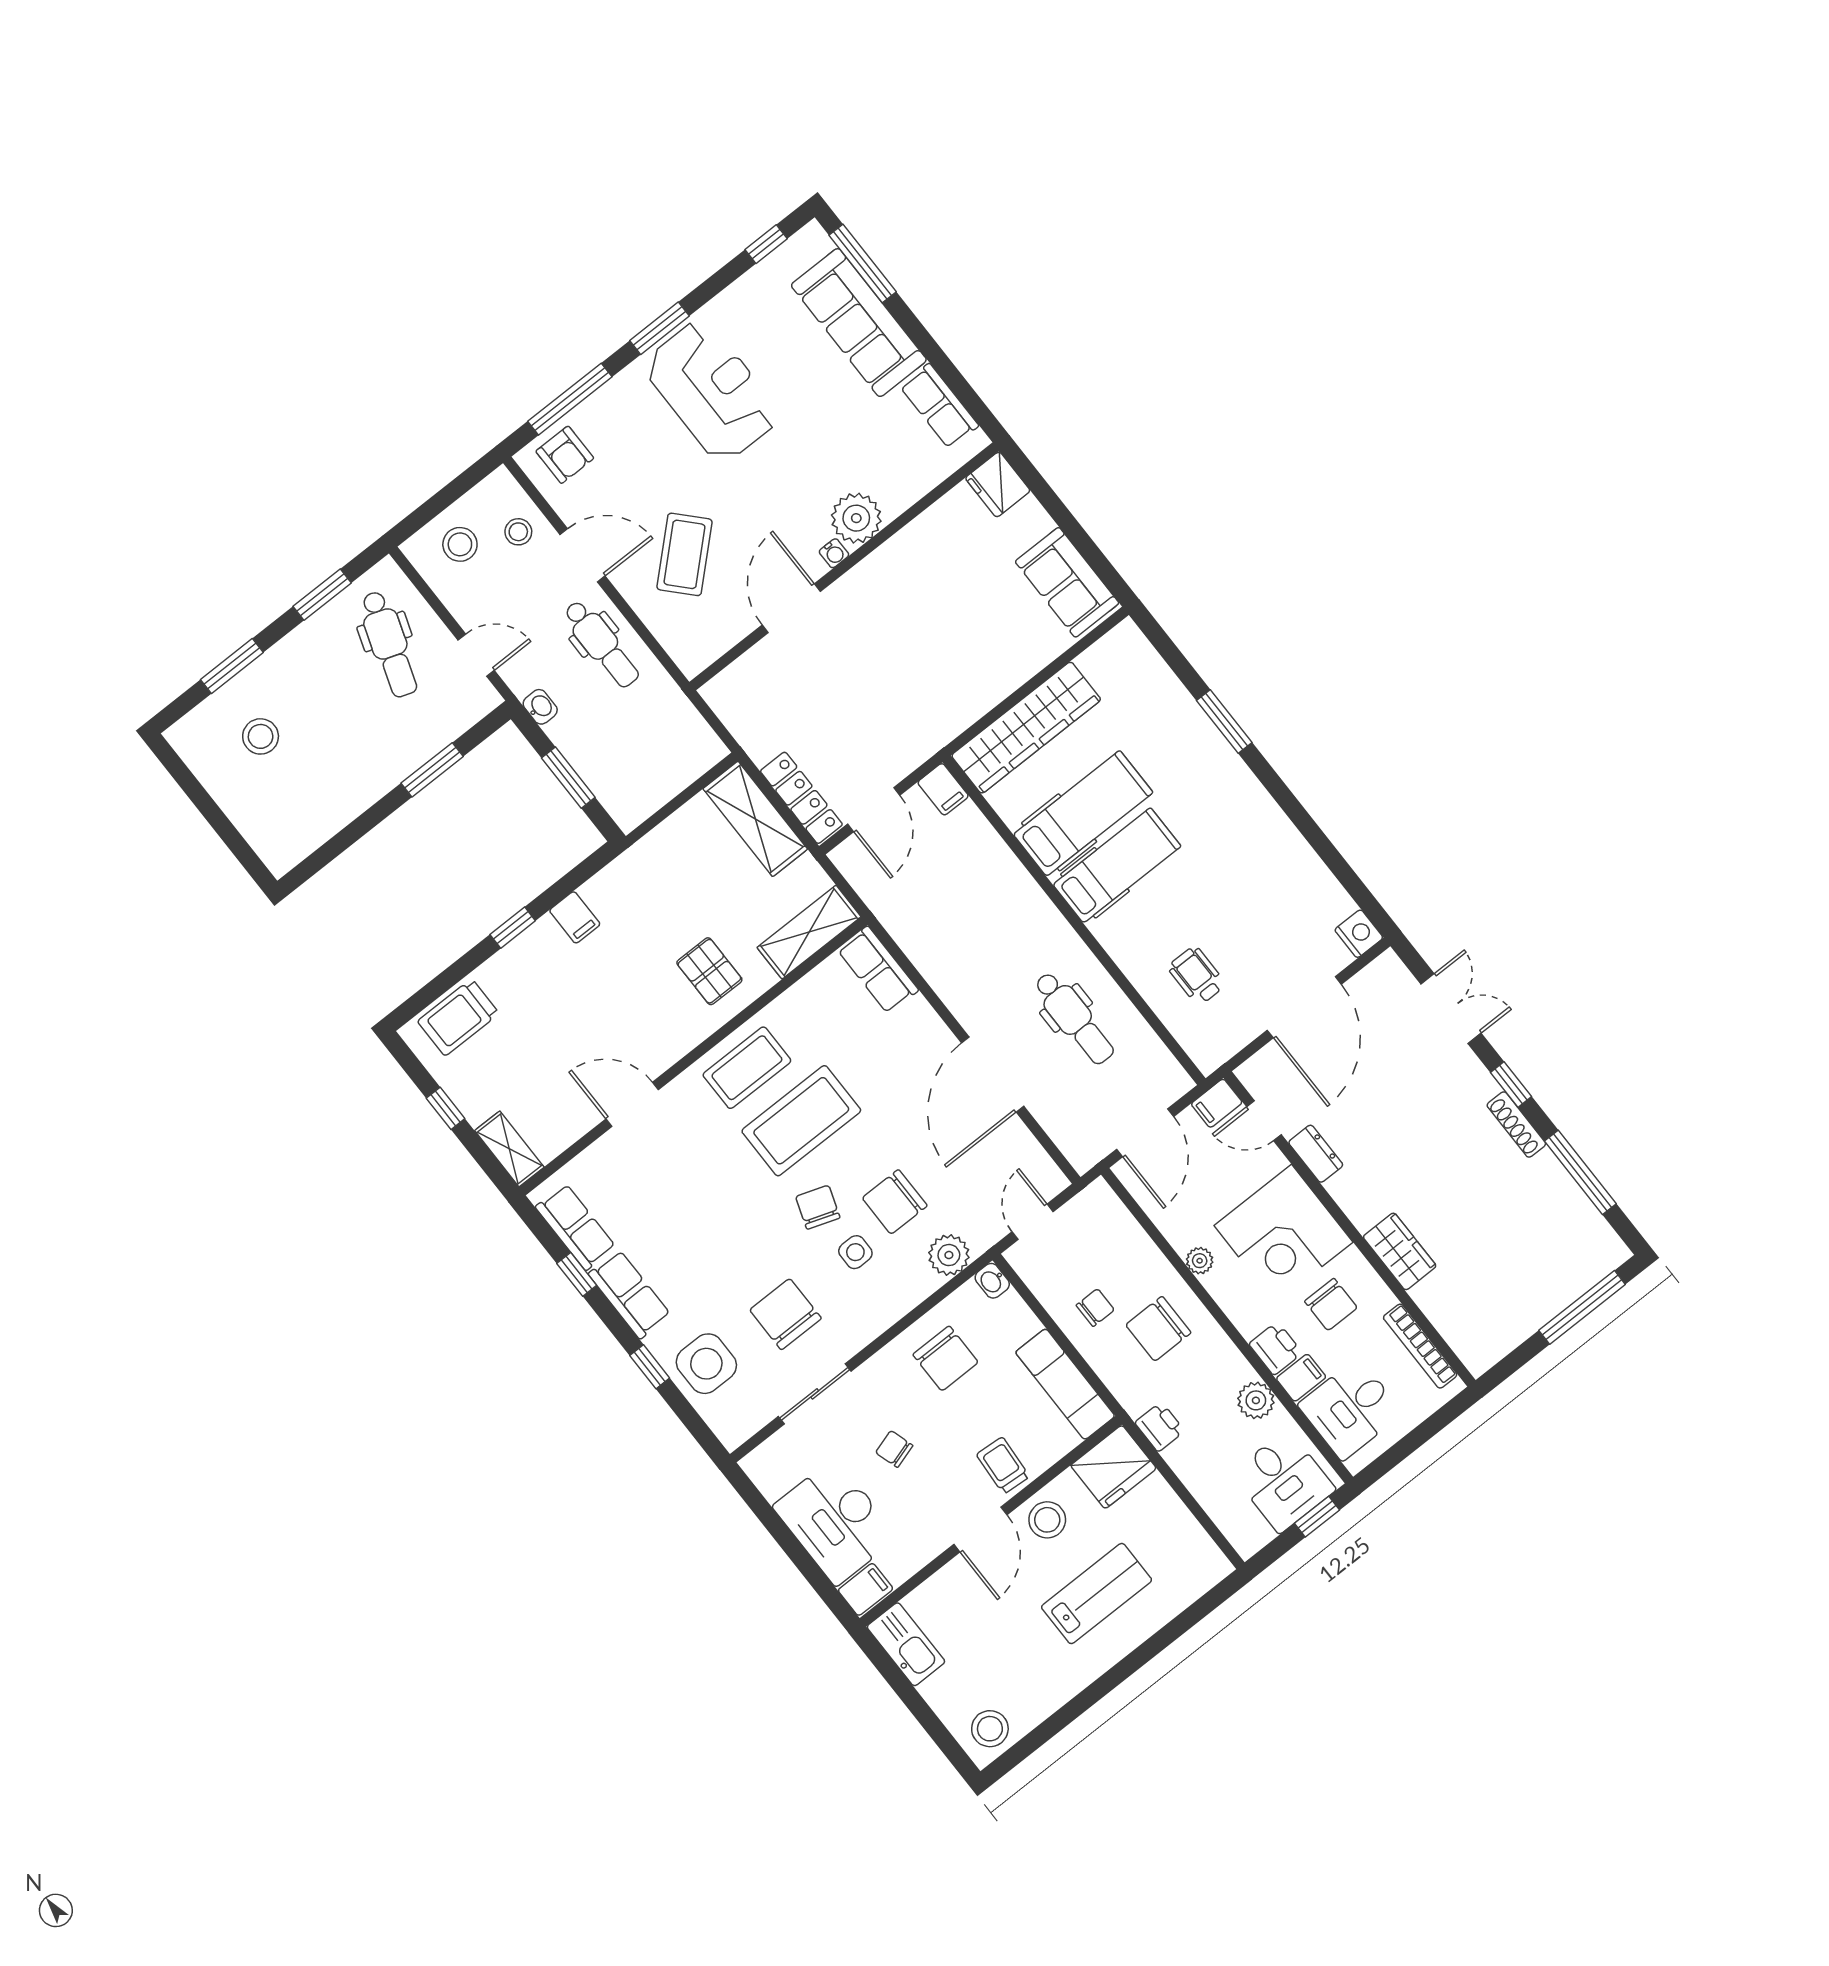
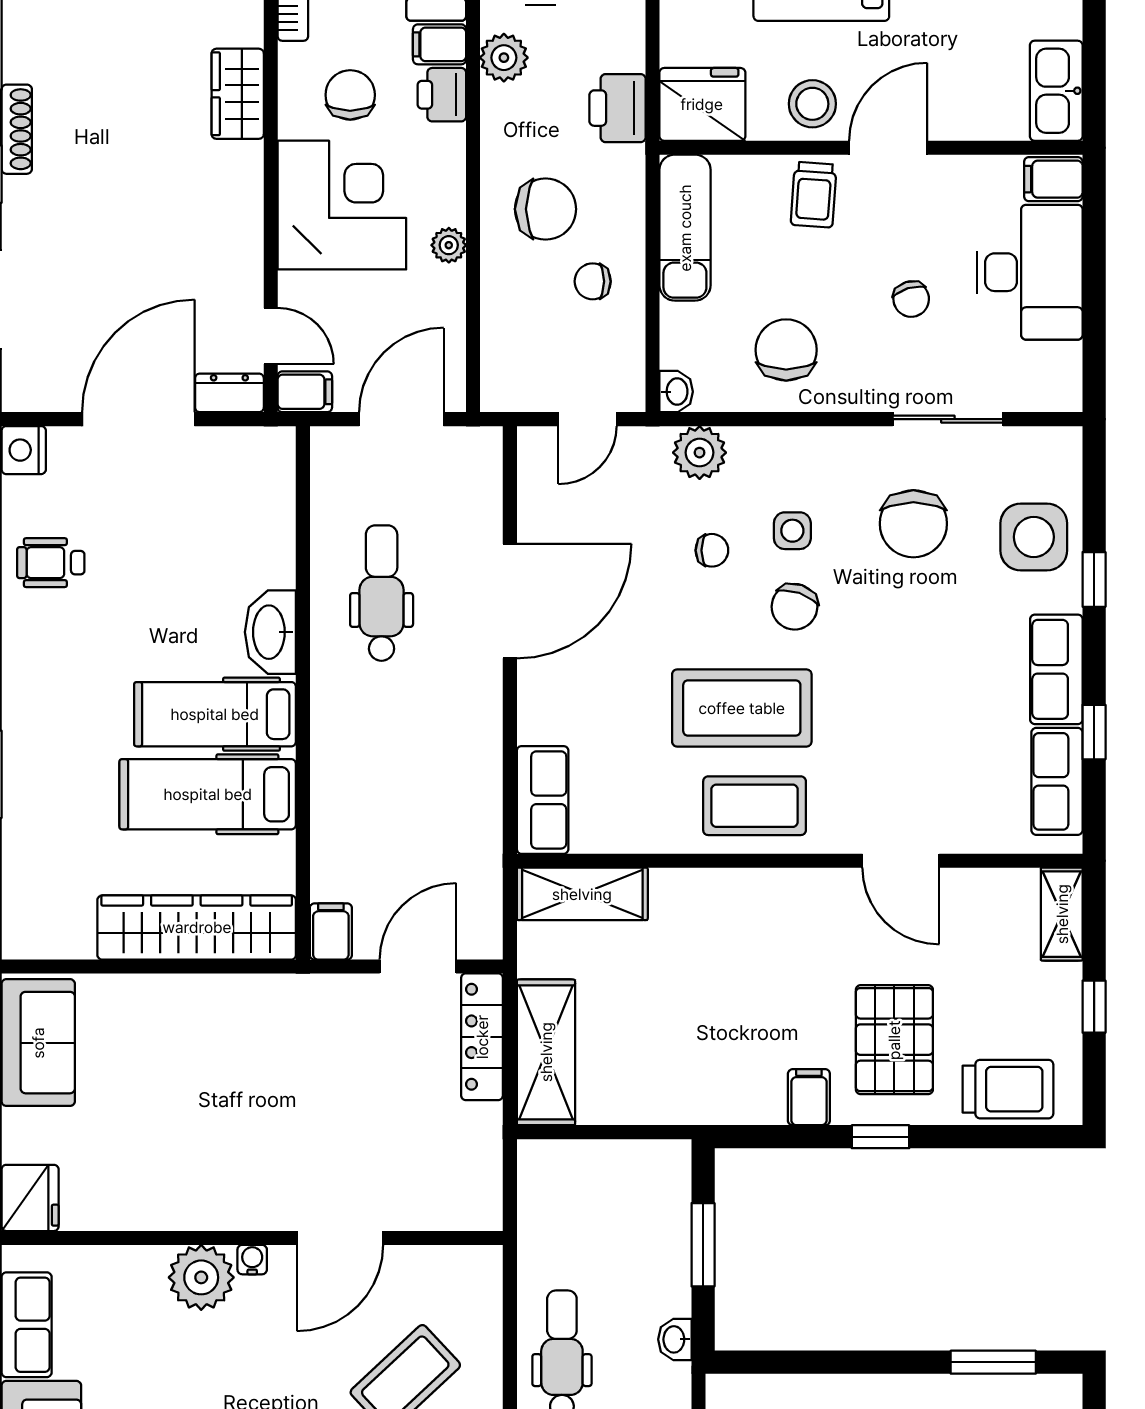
window: (432, 770) -> (993, 1362), moved
washbasin: (1123, 941) -> (270, 632), added
pallet: (709, 971) -> (894, 1040), moved, width x1.50, depth x1.42
wheelchair: (1197, 976) -> (51, 563), moved, turned 90
dresser: (1316, 1154) -> (229, 393), moved, turned 90
chair: (895, 1202) -> (712, 550), width x0.54, depth x0.54
printer: (1160, 1427) -> (617, 108), width x1.36, depth x1.24

